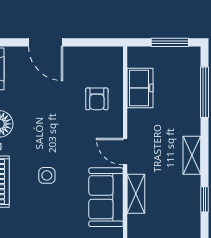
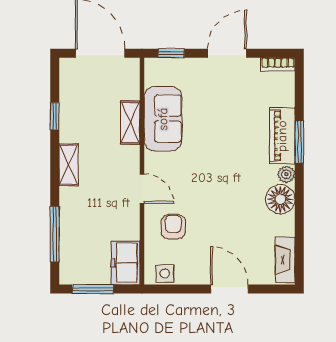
freezer: (140, 88) -> (126, 263), moved
door: (125, 152) -> (142, 189), moved
side table: (47, 175) -> (165, 274), moved

